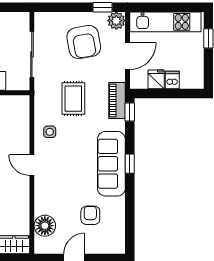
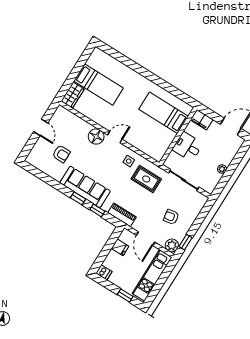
armchair: (84, 42) -> (171, 217), width x0.53, depth x0.53
dishwasher: (172, 80) -> (104, 272), moved
rug: (73, 99) -> (146, 179), moved
window: (130, 112) -> (97, 210), moved
floor lamp: (45, 226) -> (96, 136), moved

